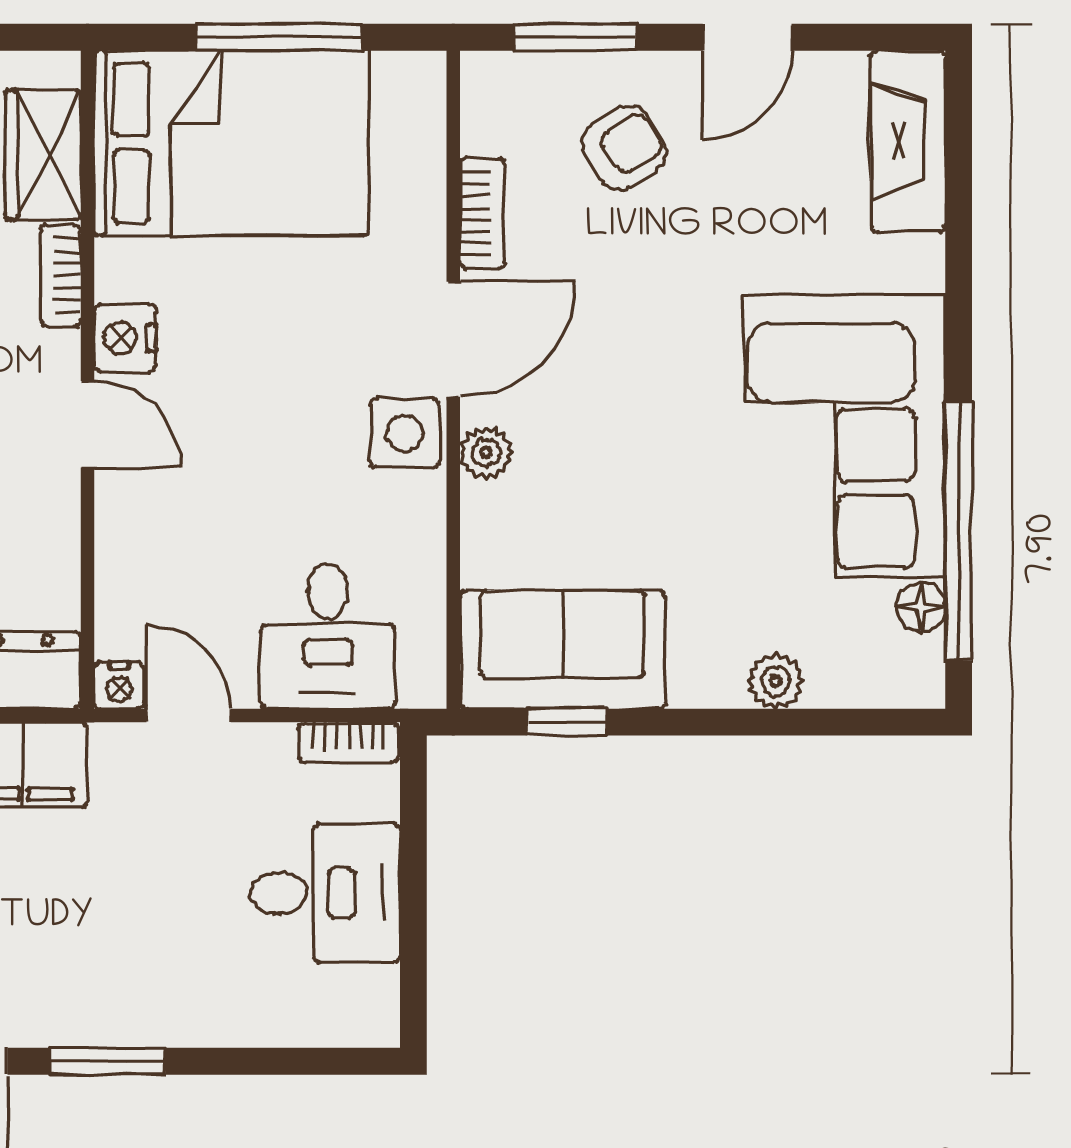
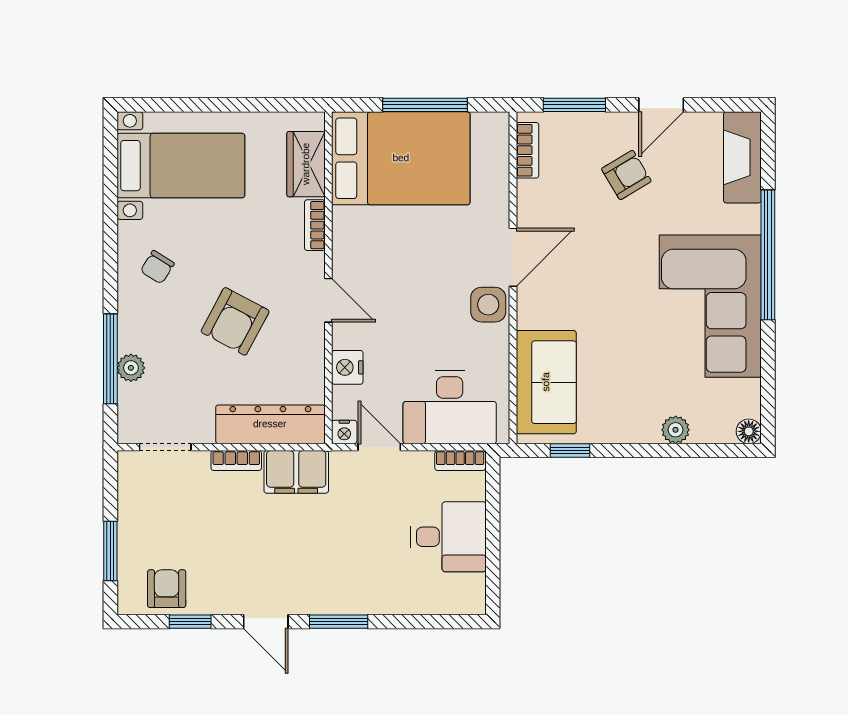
armchair: (624, 148) -> (626, 175), moved
bookcase: (482, 214) -> (527, 150), moved
nightstand: (125, 338) -> (347, 367), moved
plant: (486, 453) -> (529, 314), removed
window: (959, 531) -> (768, 255), moved
floor lamp: (921, 607) -> (749, 431), moved
desk: (328, 636) -> (450, 407), width x1.37
sofa: (563, 649) -> (546, 382), moved, turned 90

